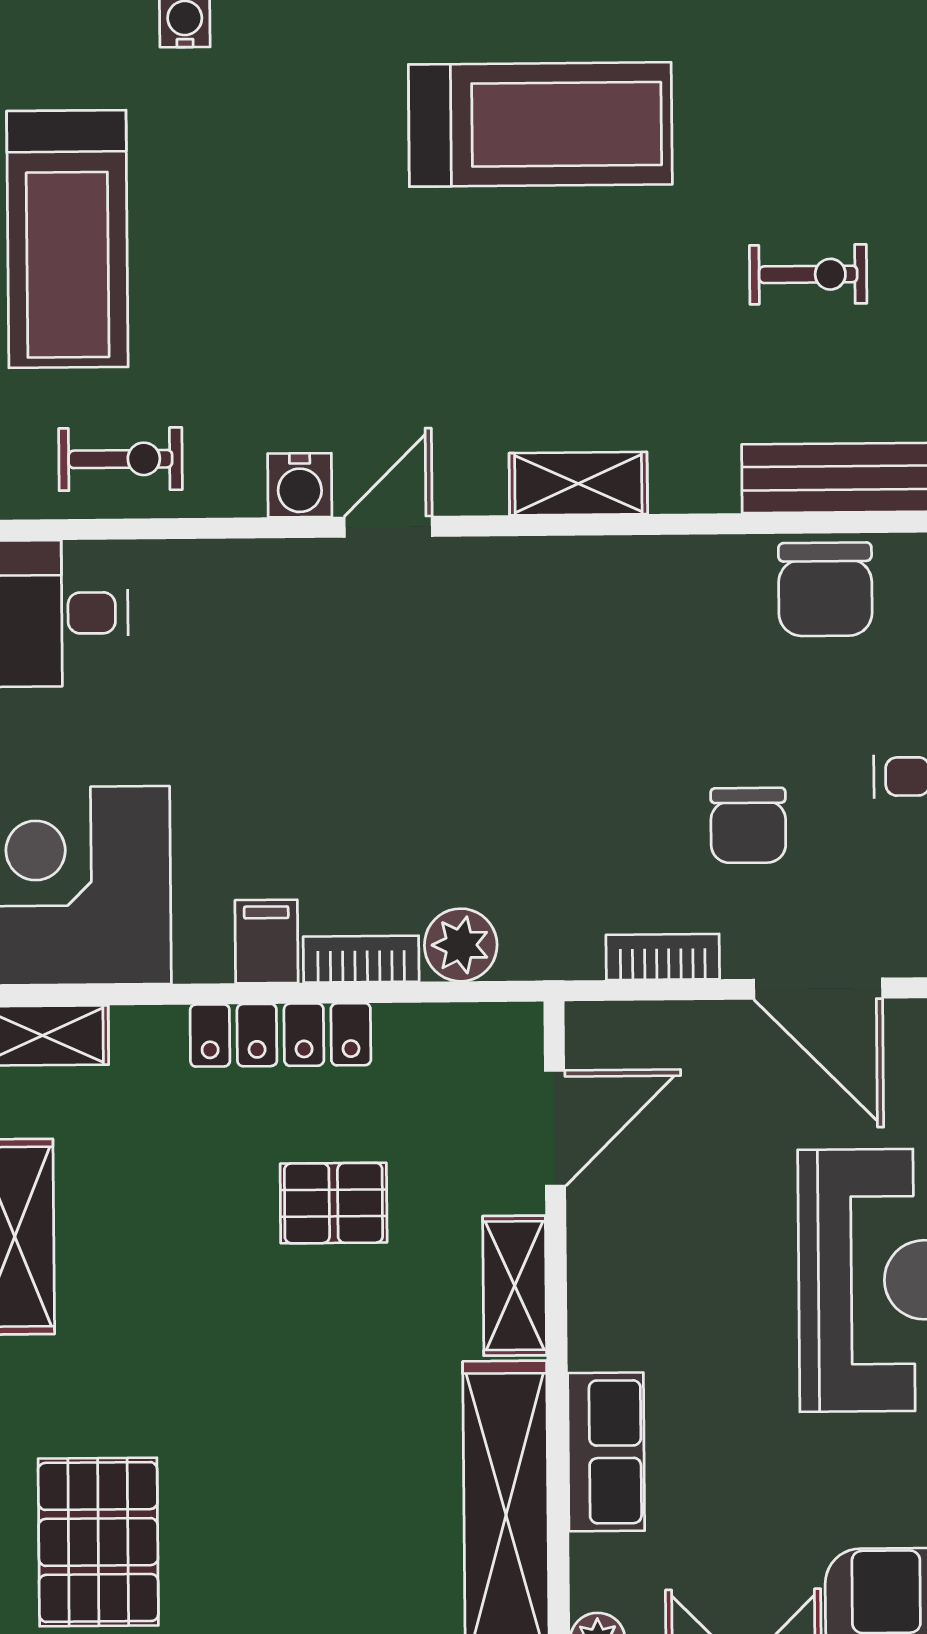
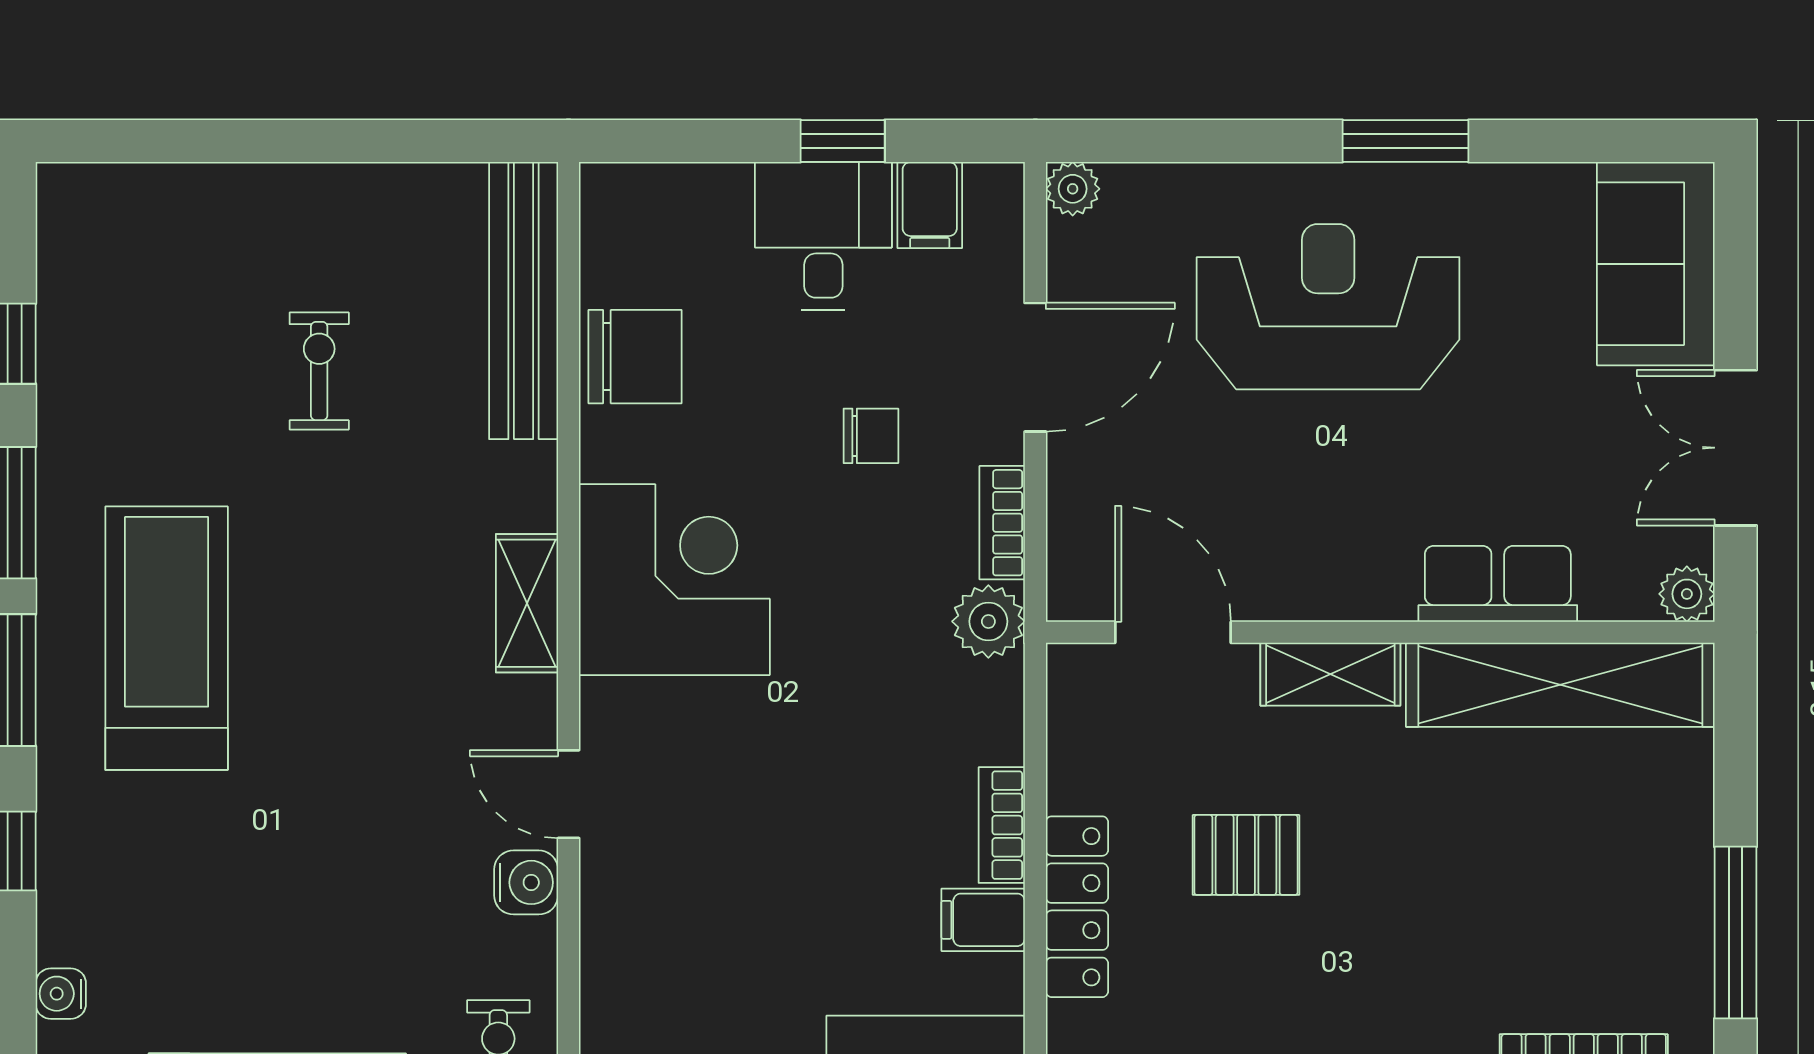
corner desk: (603, 630) -> (674, 580), added
chair: (748, 825) -> (871, 436), width x0.73, depth x0.73
plant: (461, 945) -> (988, 621), moved
pallet: (334, 1203) -> (1246, 855), turned 90

